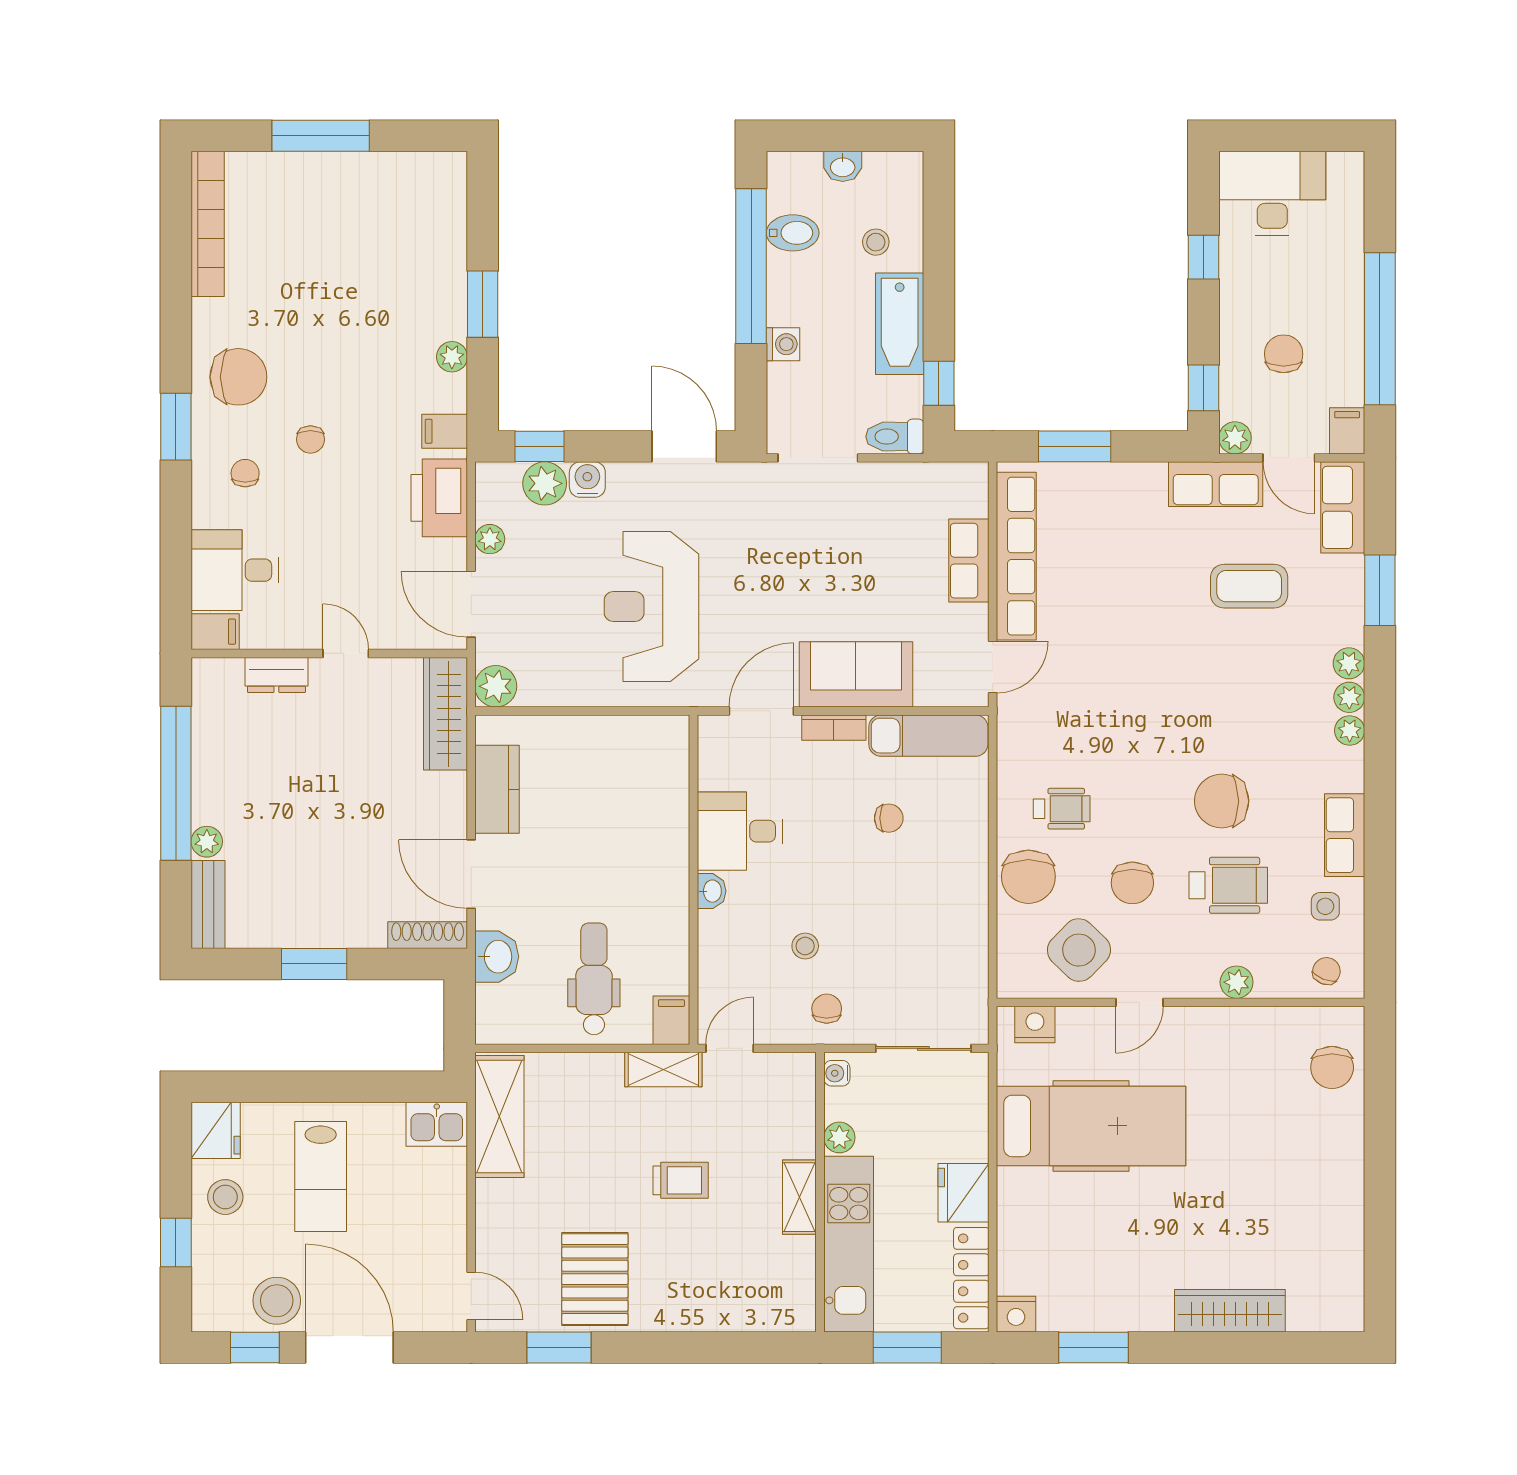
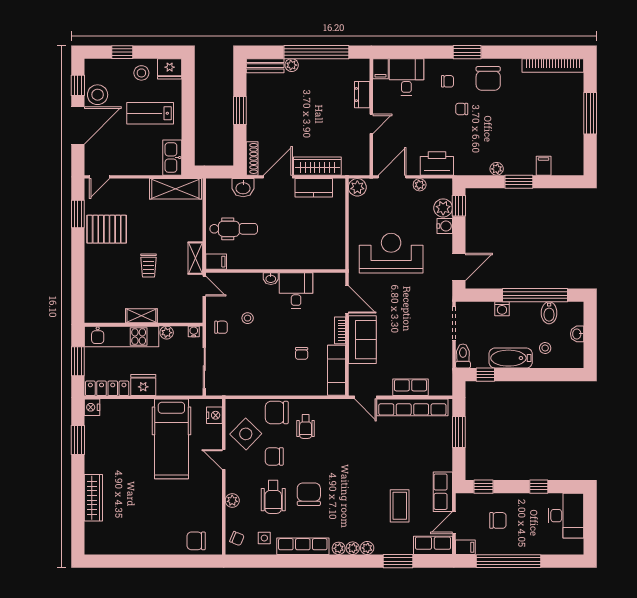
filing cabinet: (445, 431) -> (544, 166), moved
plant: (1235, 438) -> (462, 500), removed
wardrobe: (445, 714) -> (317, 166), moved
row of seats: (1345, 835) -> (303, 546), width x1.48
kitchen sink: (437, 1124) -> (172, 158), width x1.38

